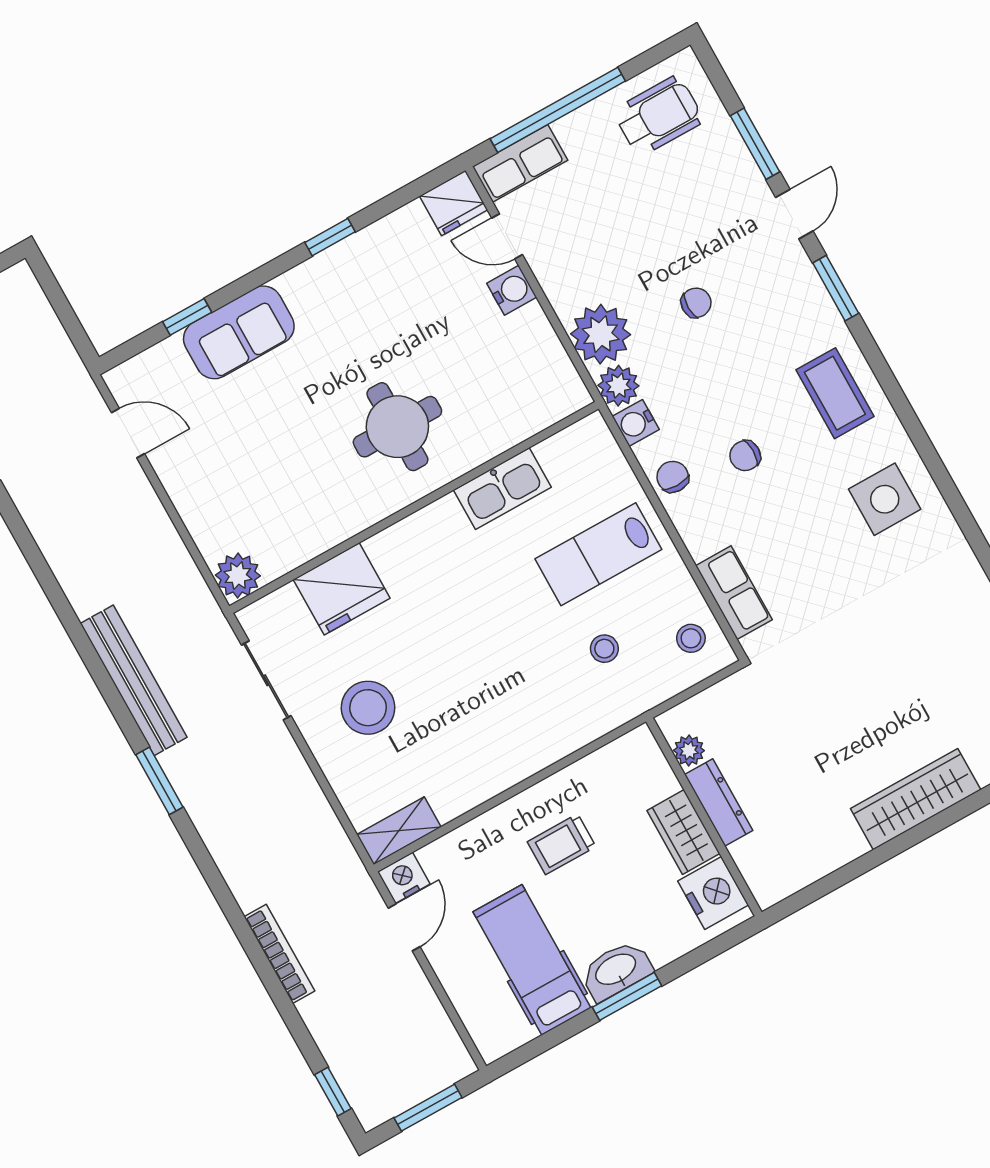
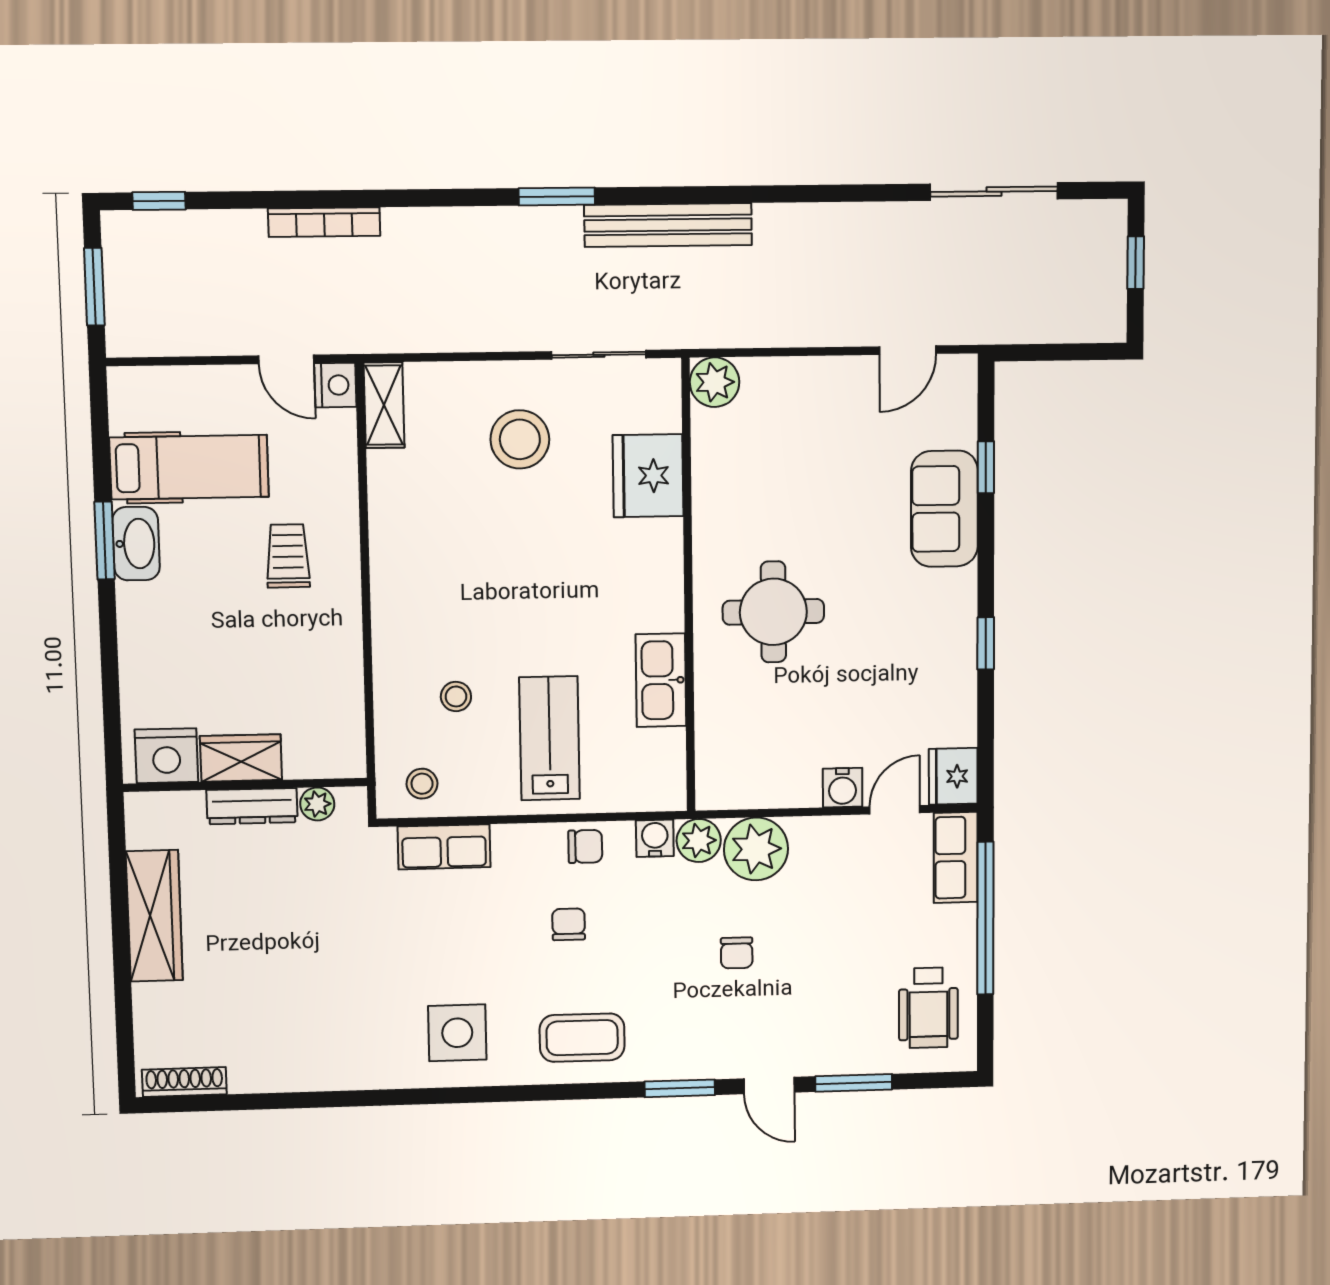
plant: (689, 750) -> (317, 804), moved
dresser: (719, 802) -> (252, 806), moved
wall: (704, 817) -> (245, 785), moved
wardrobe: (683, 832) -> (241, 758), moved
nightstand: (713, 893) -> (166, 756), moved

